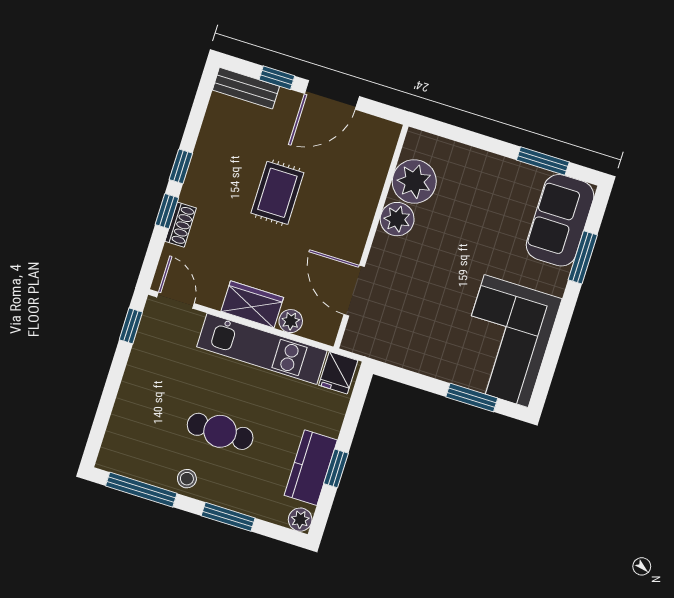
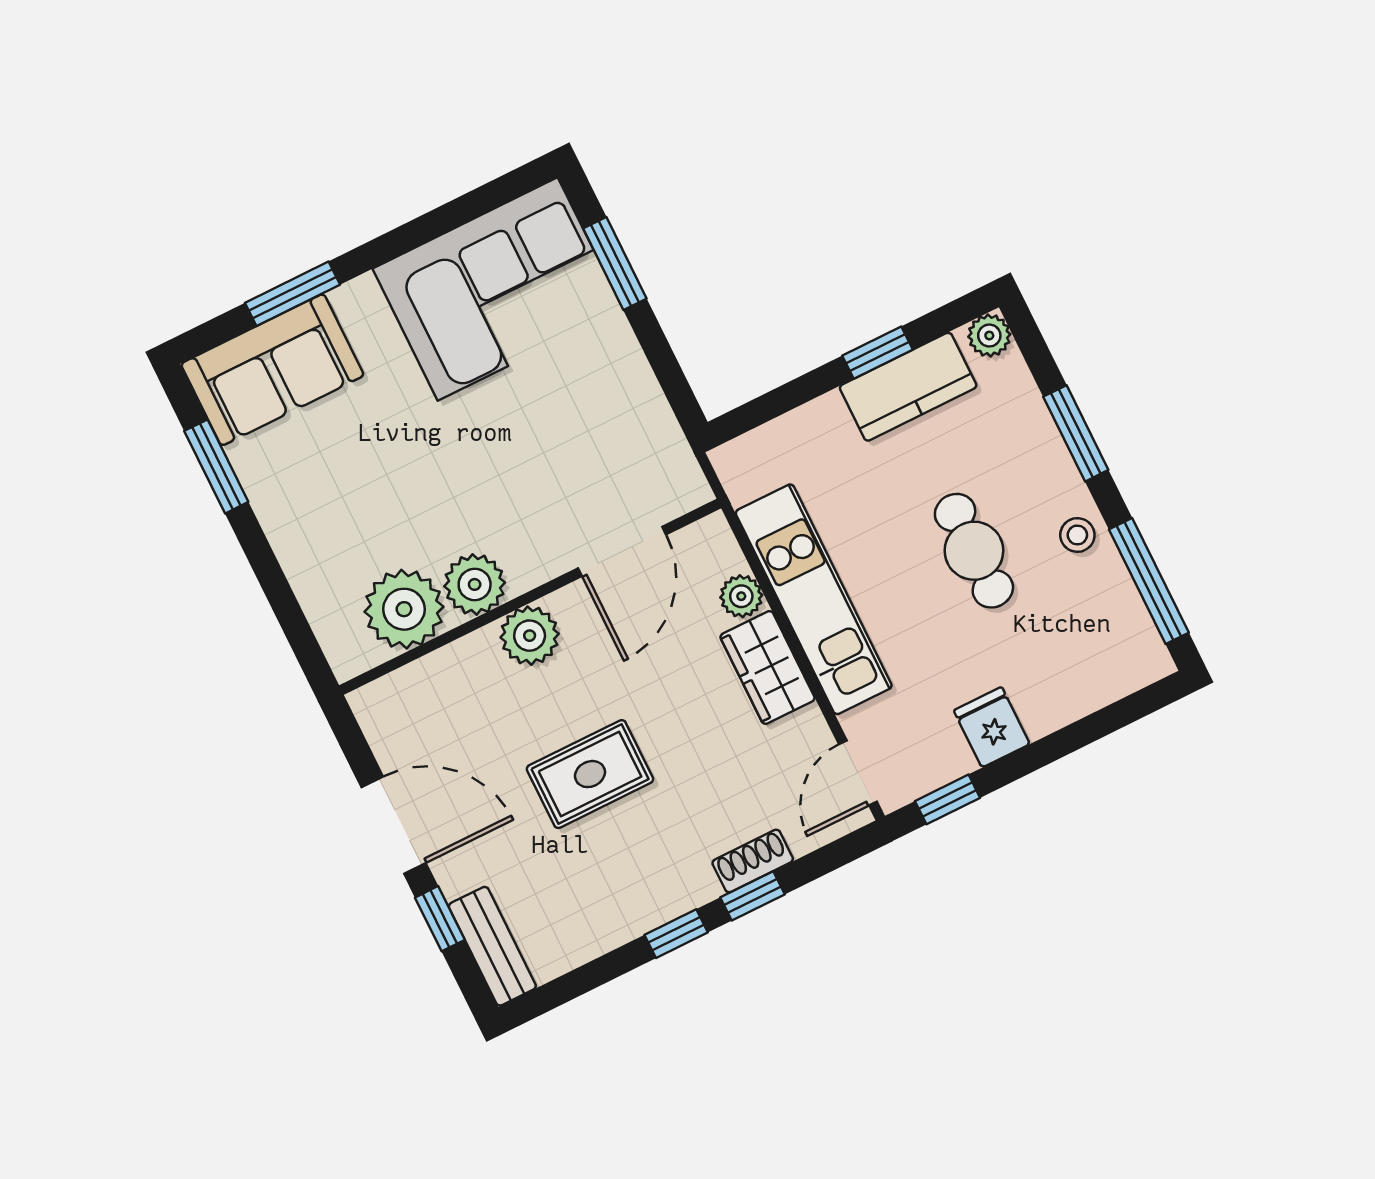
plant: (356, 222) -> (530, 636), added
fridge: (338, 373) -> (992, 727), moved, turned -90

